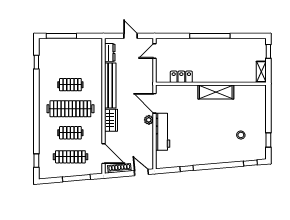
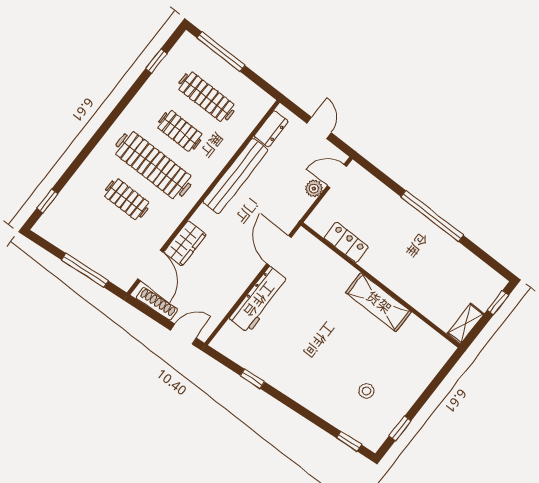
wardrobe: (111, 120) -> (185, 243), moved
plant: (149, 120) -> (314, 188), moved
clothes rail: (70, 157) -> (206, 97), moved
door: (141, 172) -> (184, 334), hinge flipped

